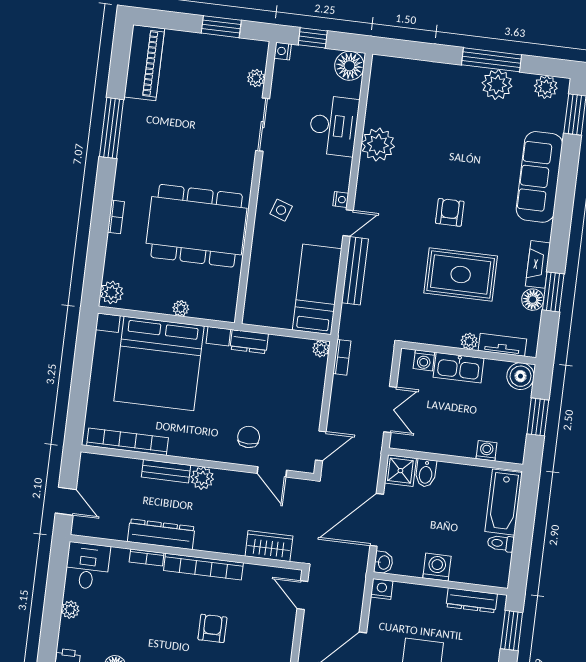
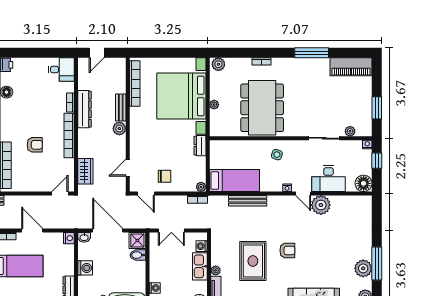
door: (348, 223) -> (303, 194), moved
chair: (249, 437) -> (165, 176), moved
plant: (70, 610) -> (35, 63), removed

